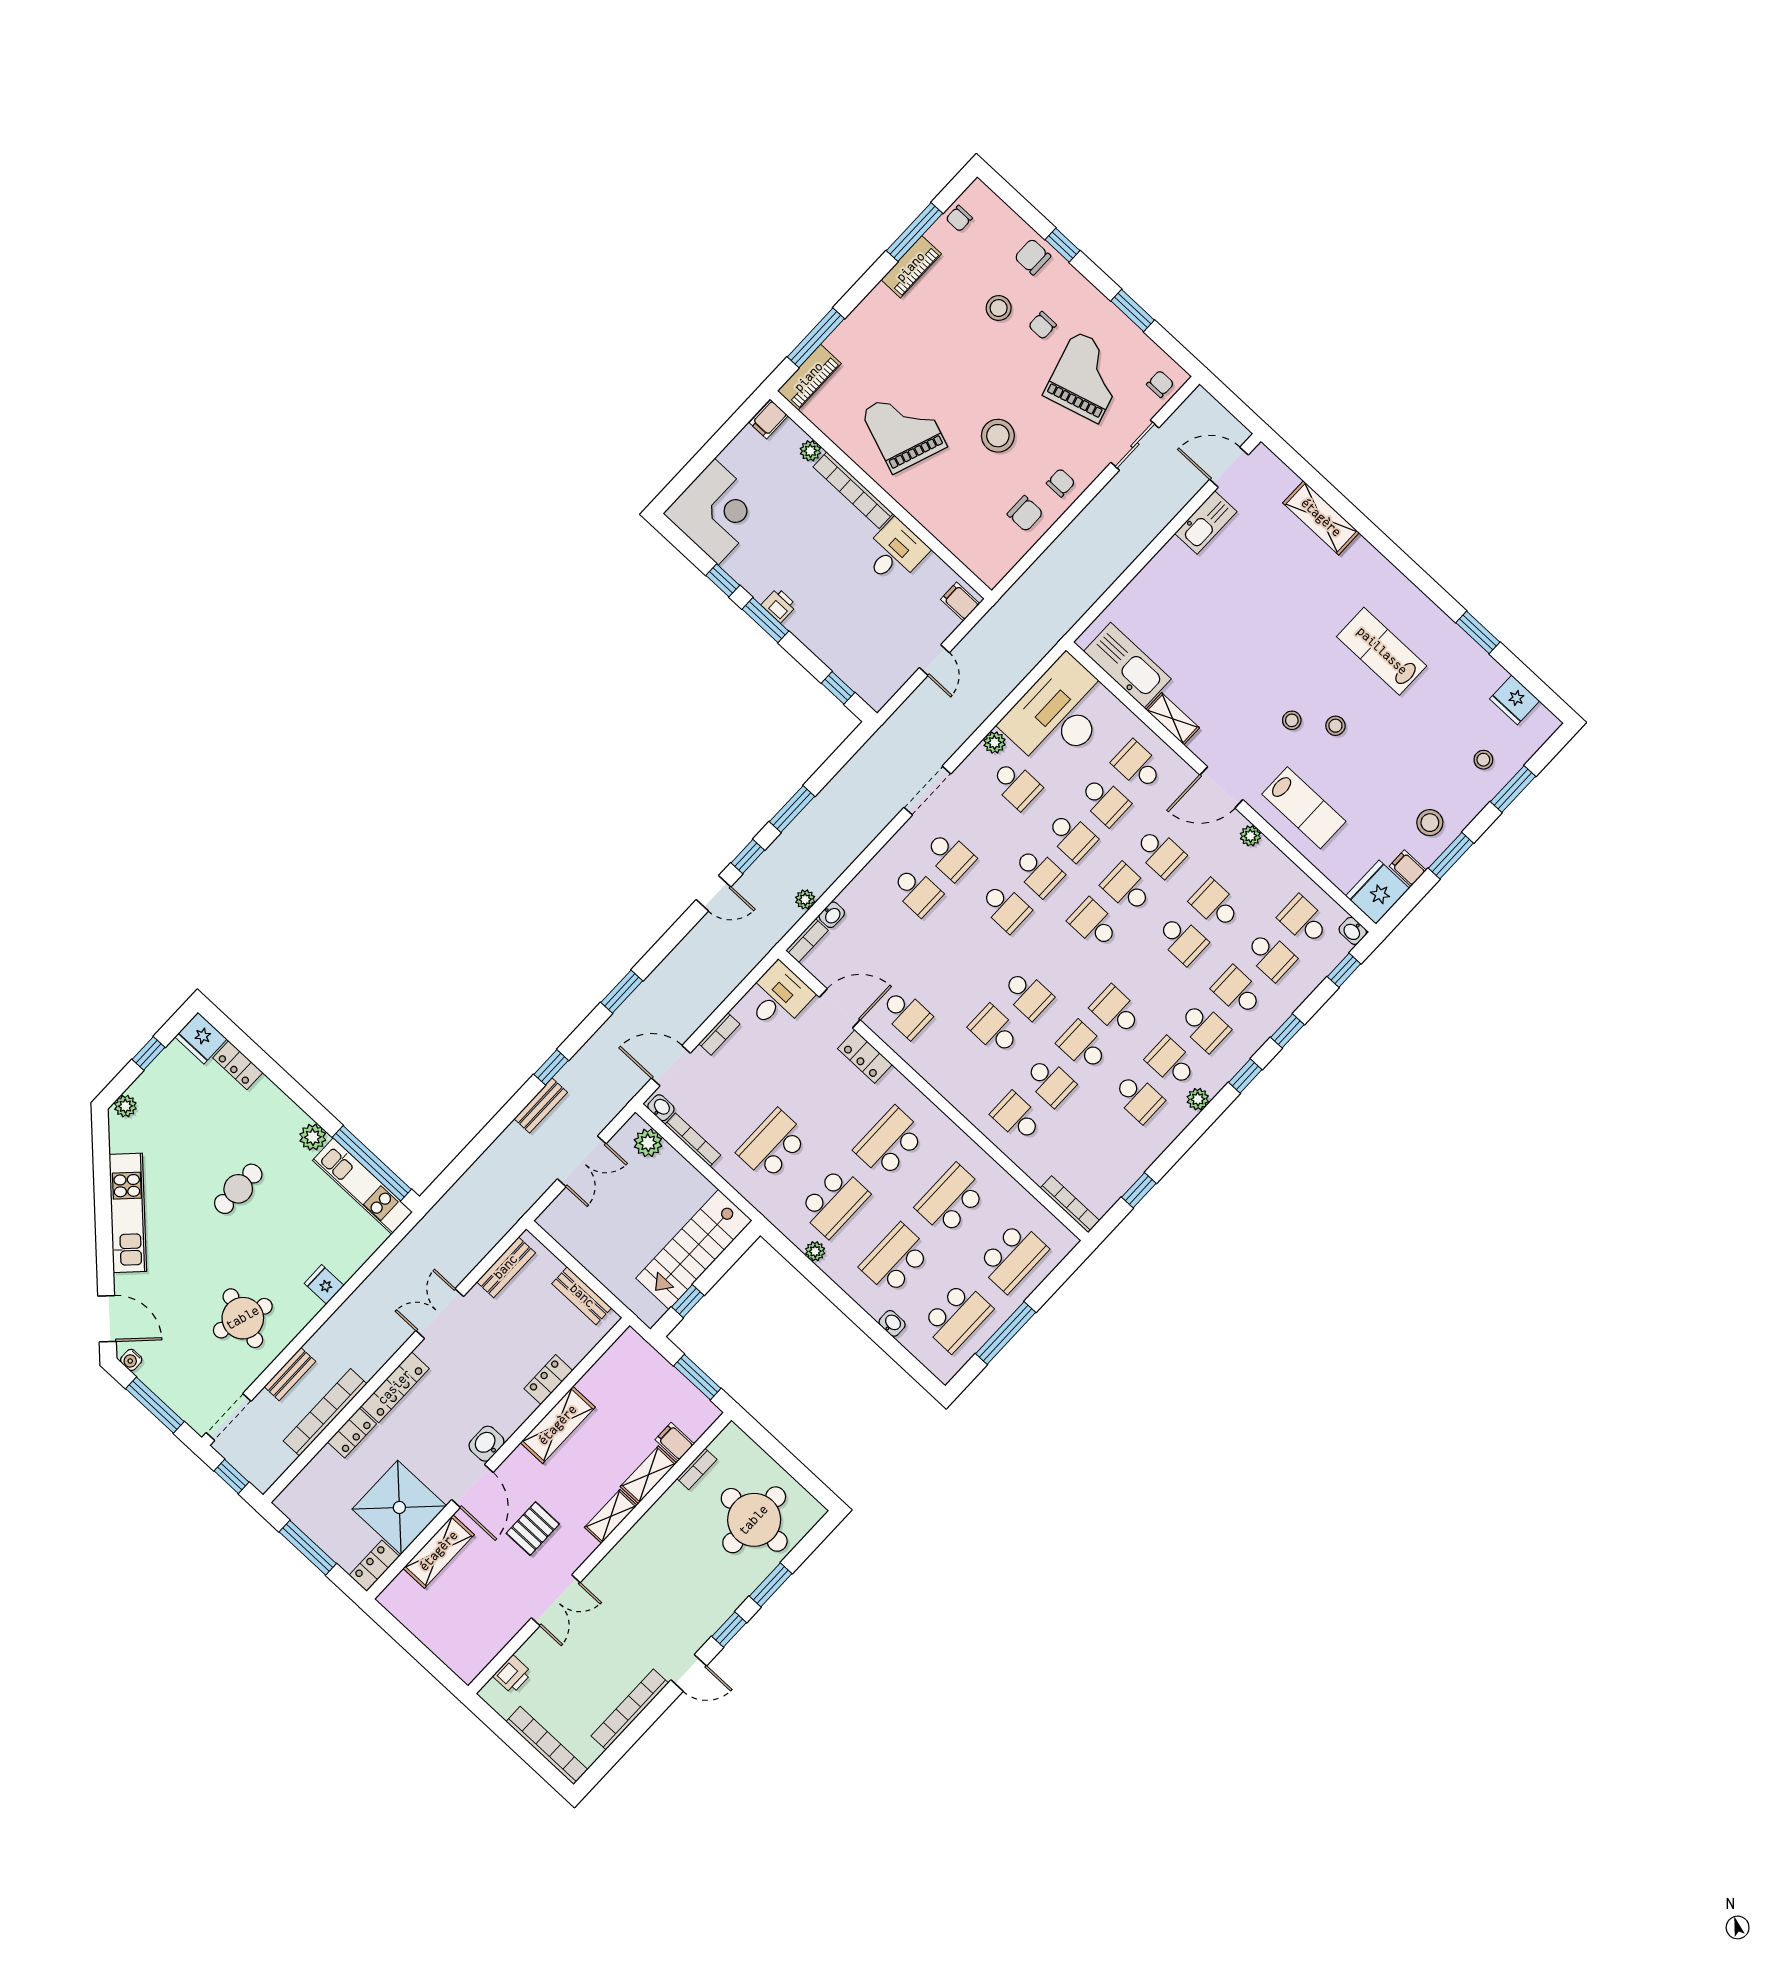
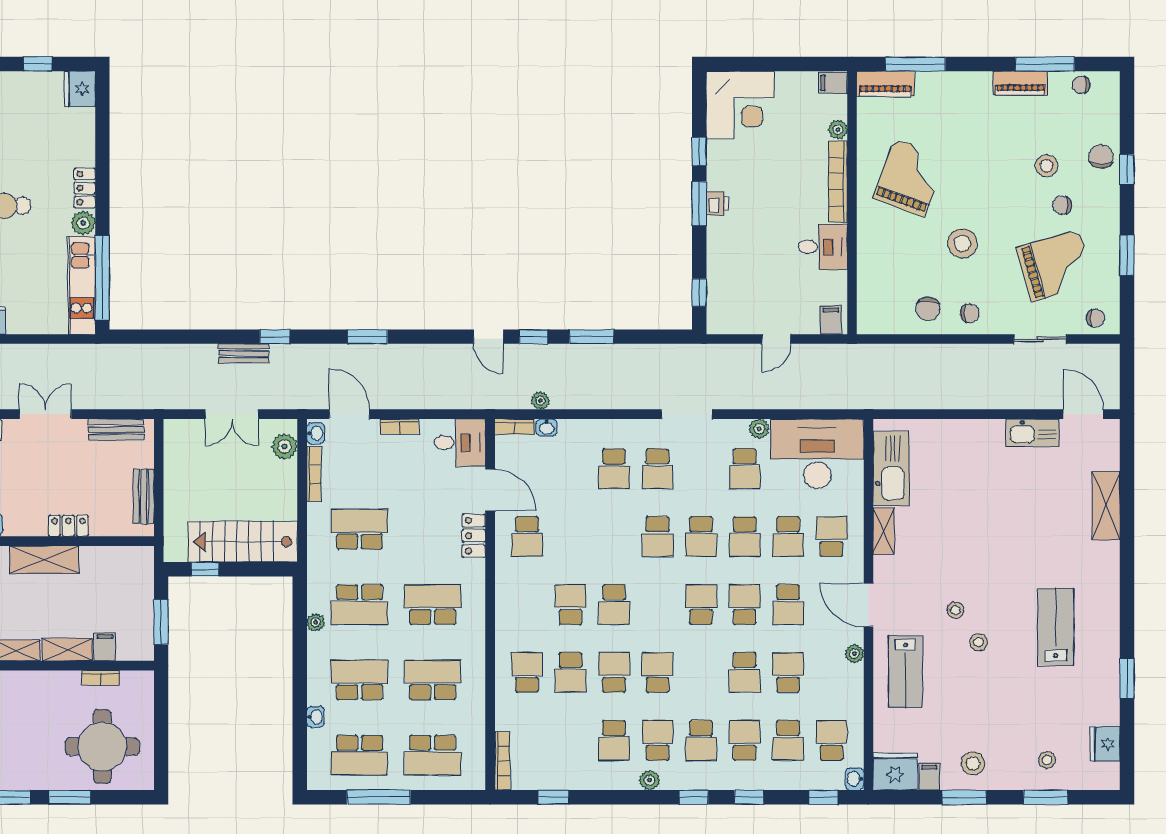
locker: (238, 1065) -> (85, 188), moved

